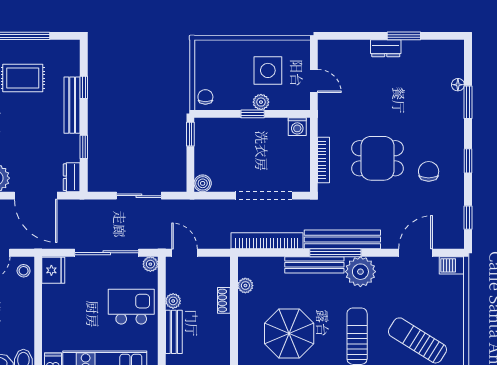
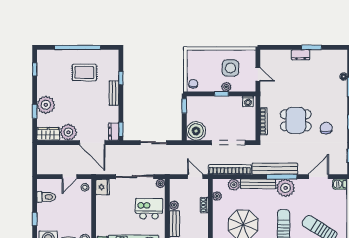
bench: (72, 105) -> (114, 93), width x0.73
window: (84, 147) -> (121, 129), moved
boiler: (203, 183) -> (196, 131), width x1.86, depth x1.86
door: (185, 253) -> (195, 177), moved
window: (335, 253) -> (282, 177), moved
plant: (274, 266) -> (234, 185), added

